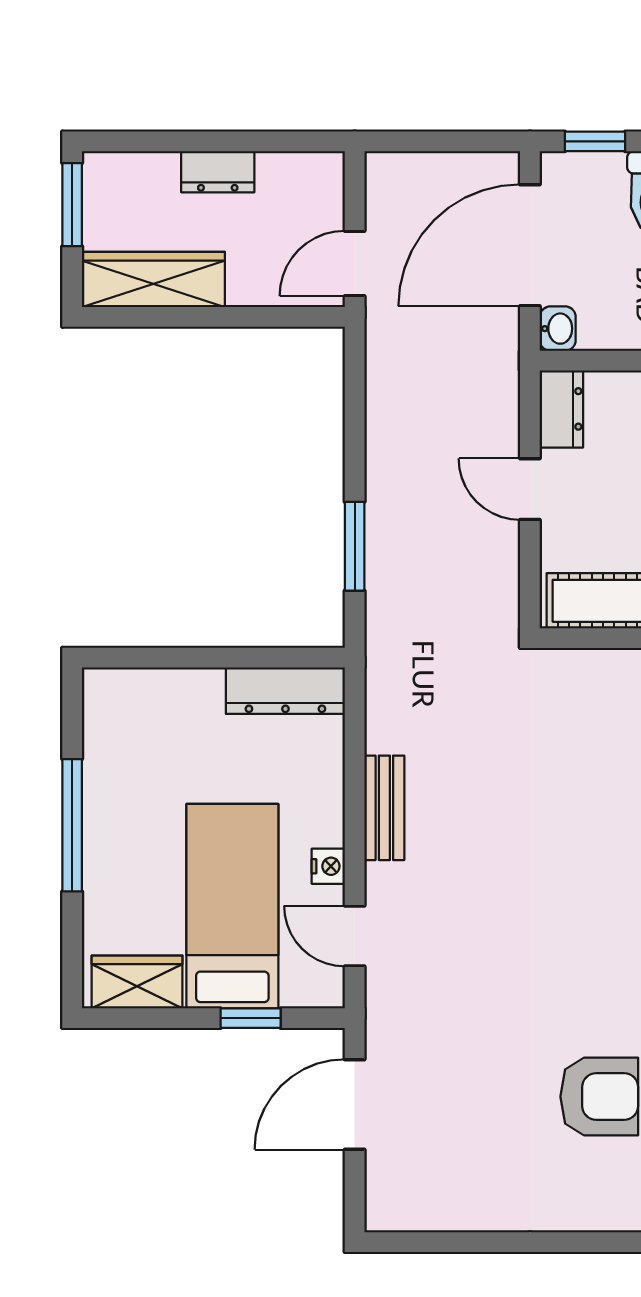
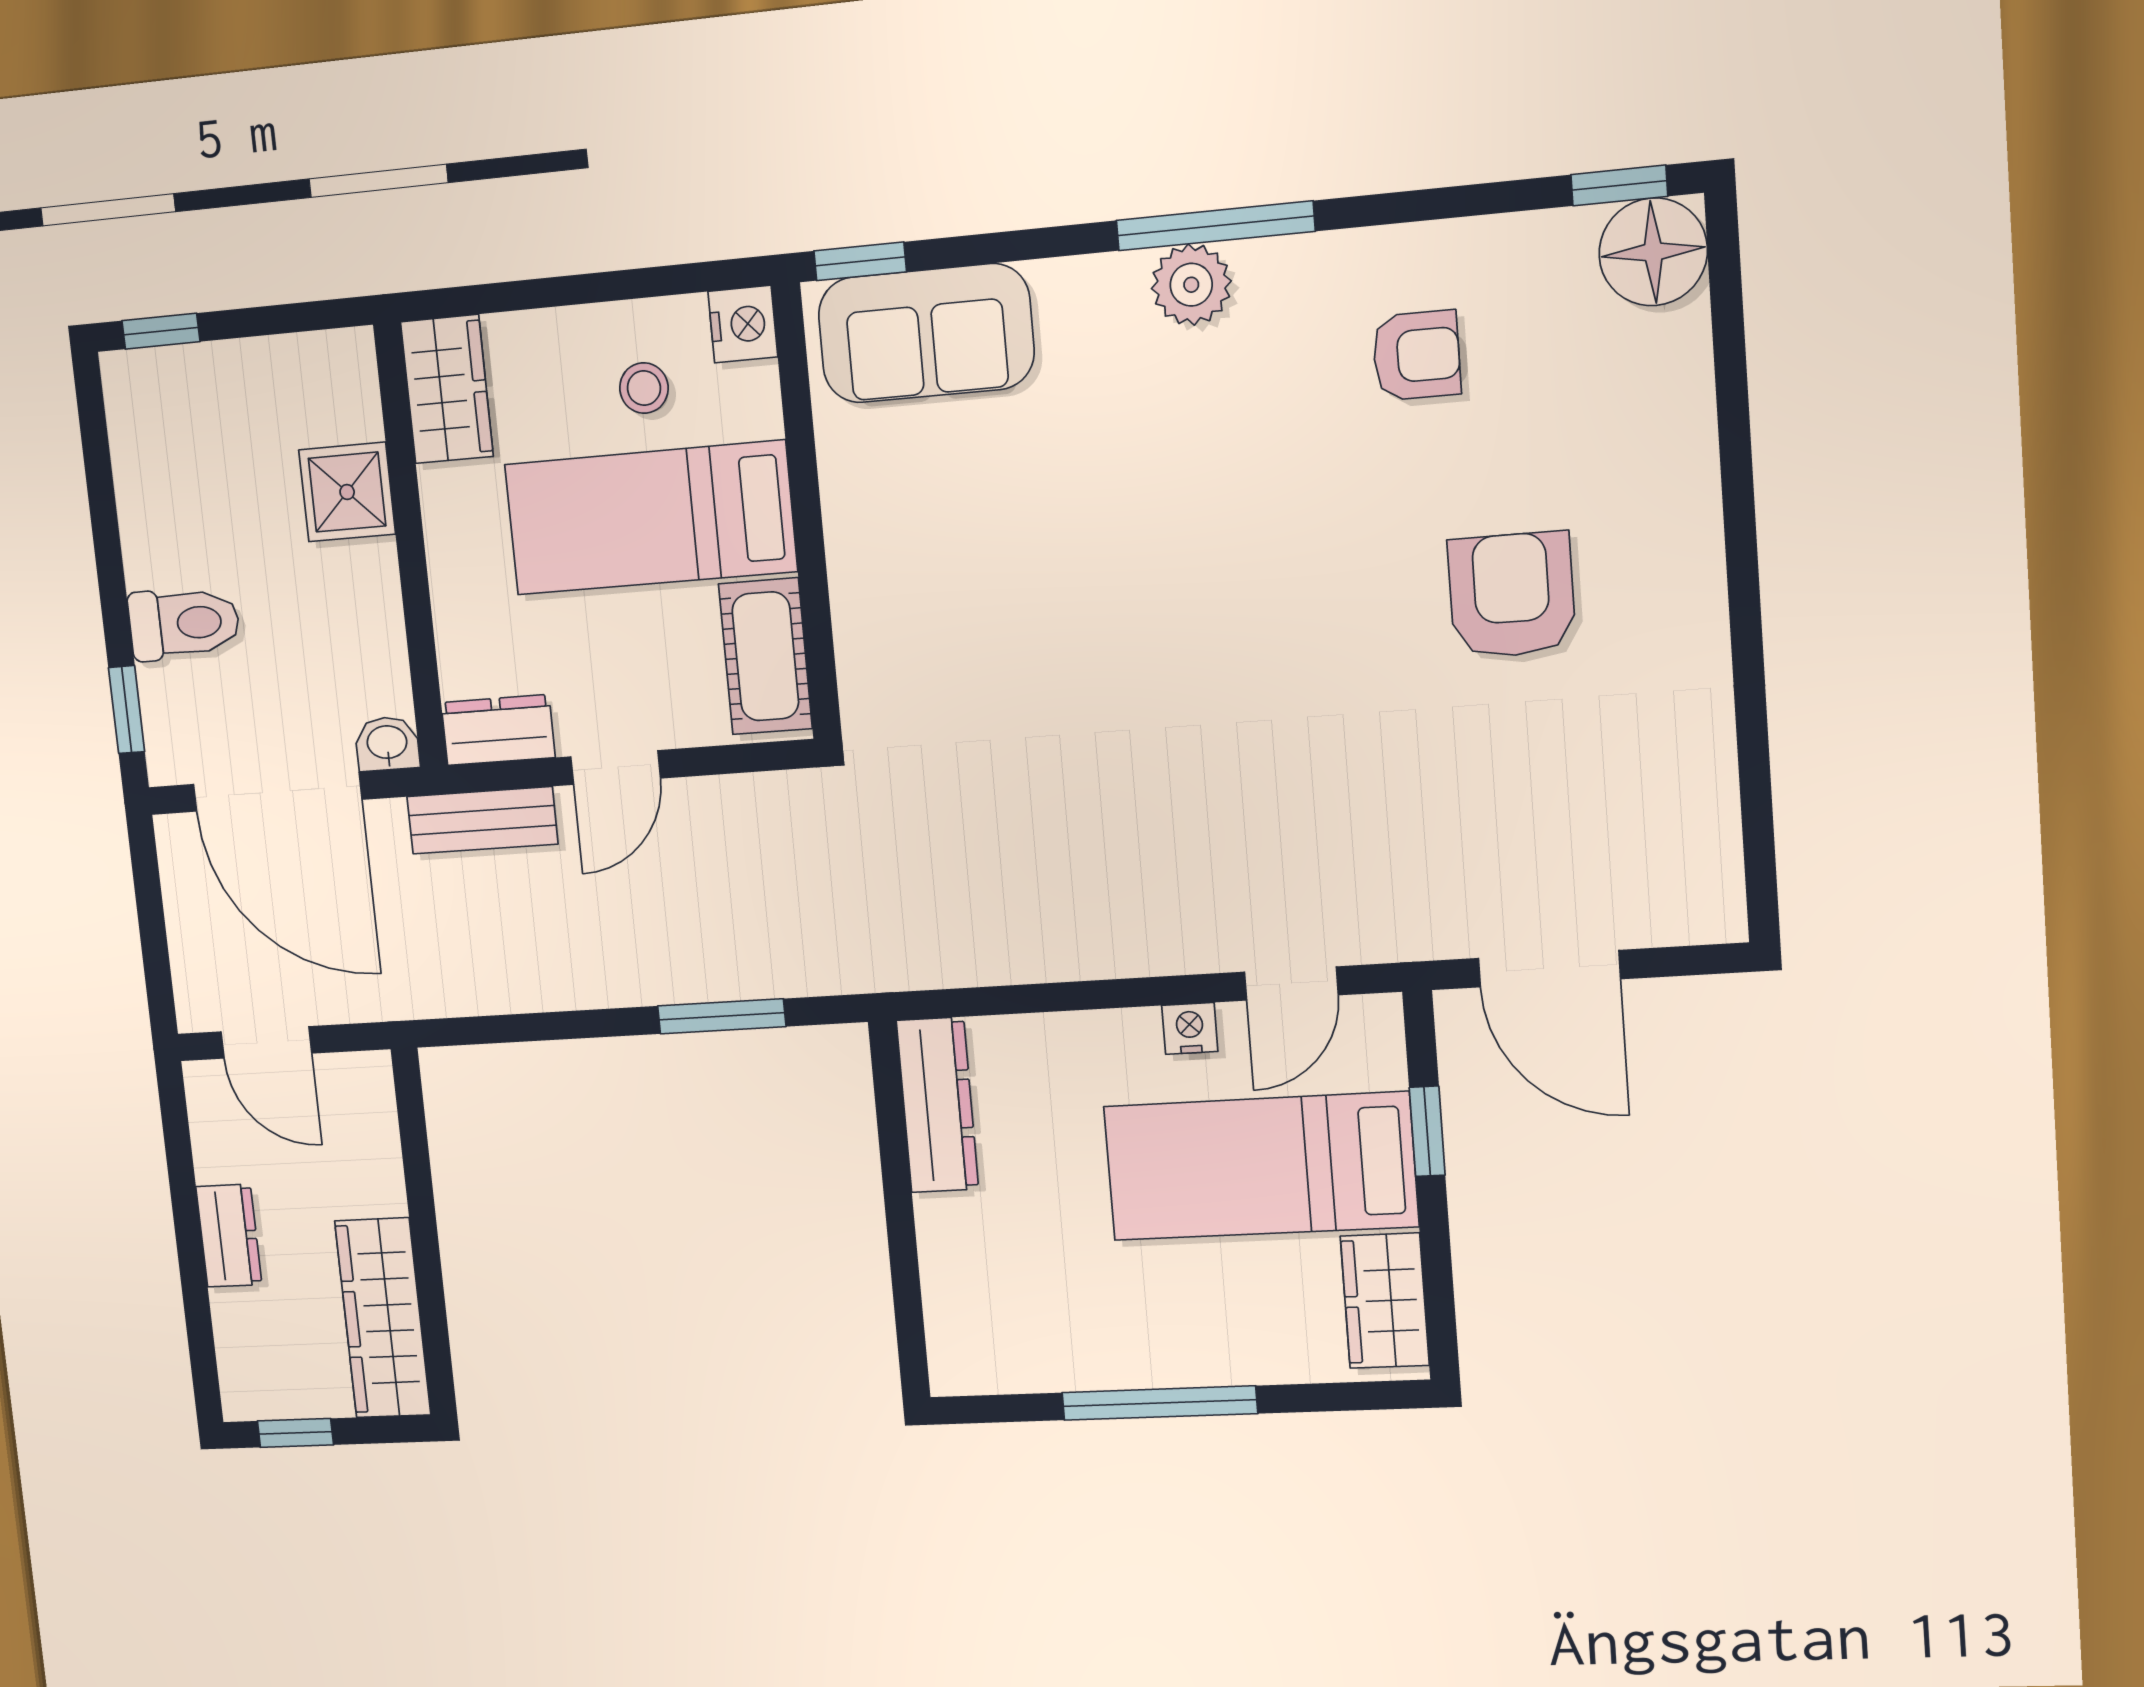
window: (72, 205) -> (295, 1433), width x0.67
door: (355, 263) -> (266, 1042), moved
bench: (384, 808) -> (482, 820), moved

